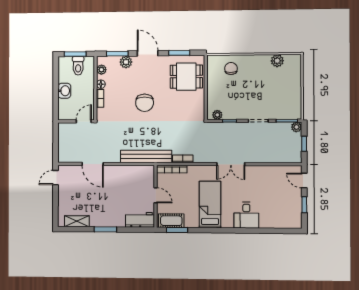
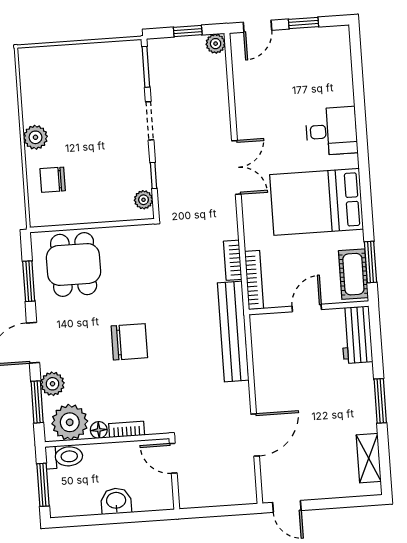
plant: (277, 61) -> (35, 137), moved
toilet: (78, 66) -> (64, 457), moved
plant: (101, 70) -> (70, 422), width x1.87, depth x1.87
plant: (296, 127) -> (216, 44), moved
bed: (210, 204) -> (317, 202), width x1.50

